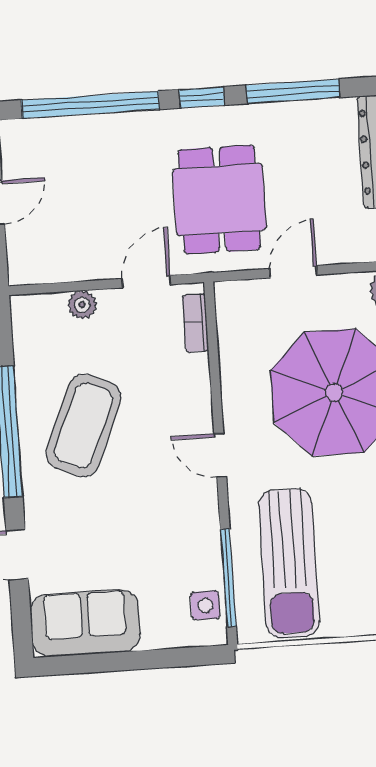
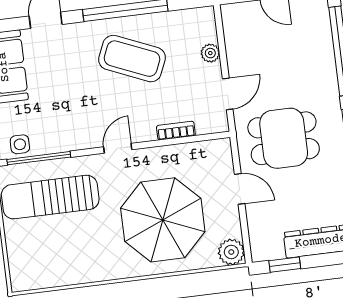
door: (146, 282) -> (228, 94), hinge flipped
bookcase: (195, 323) -> (176, 131), moved

